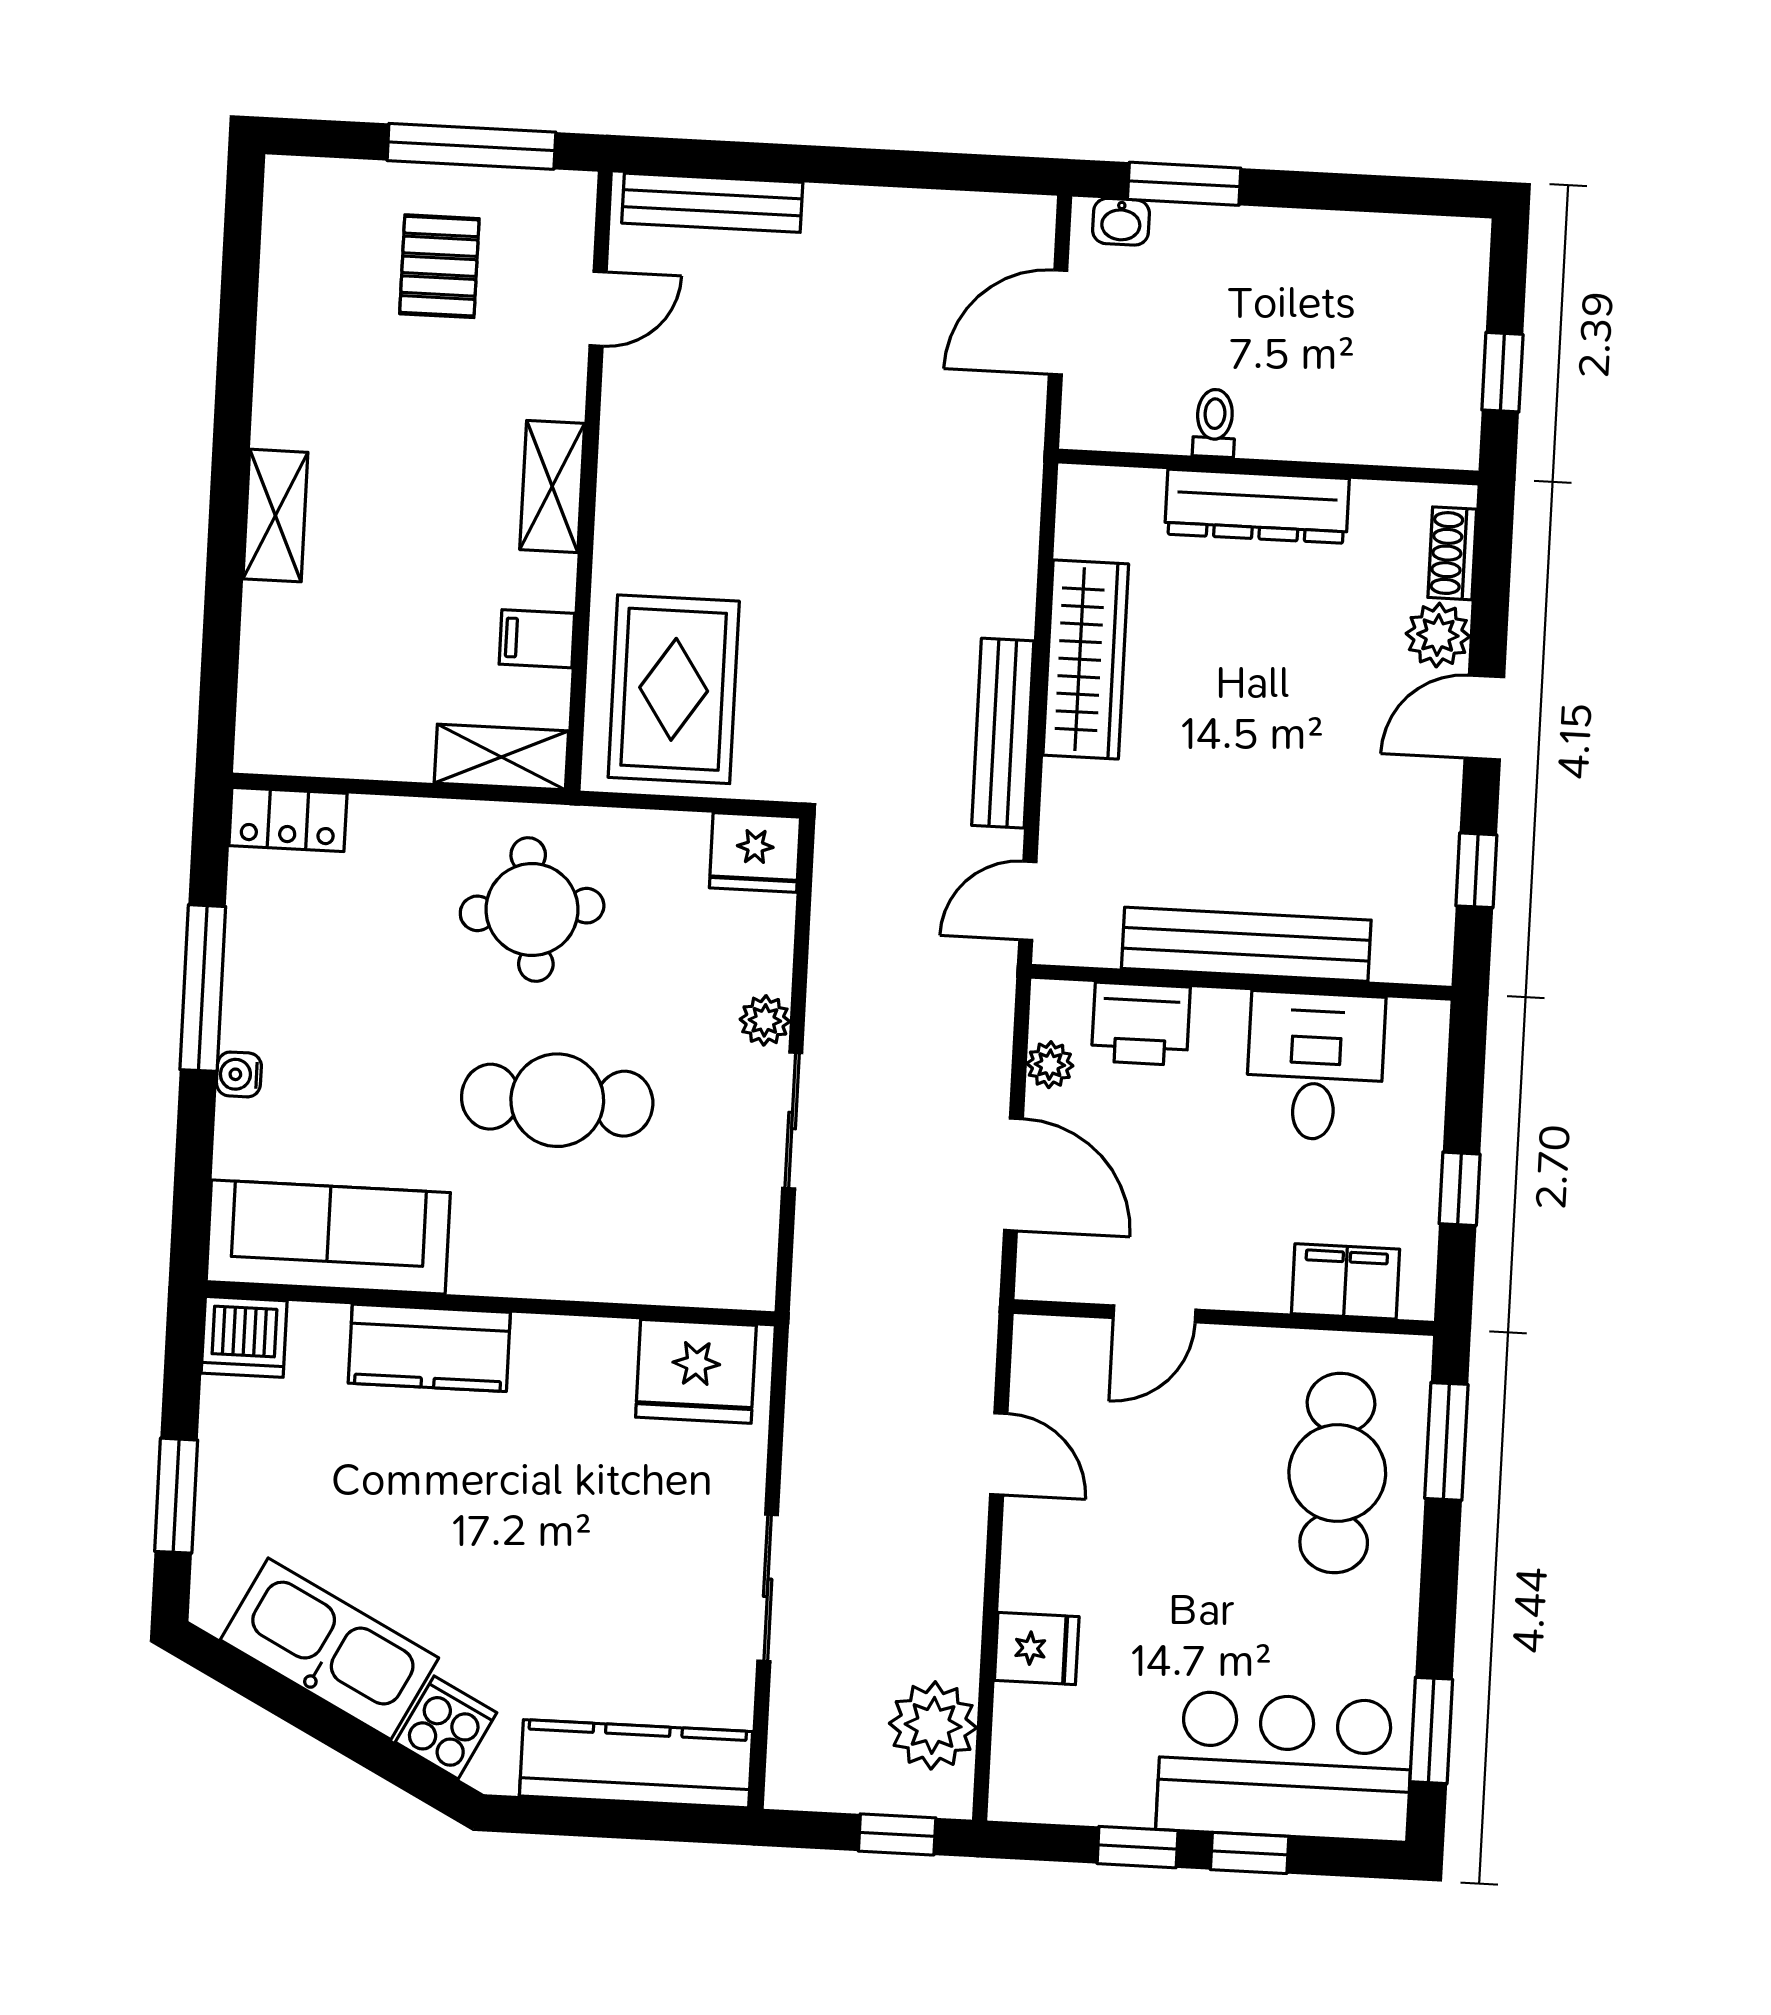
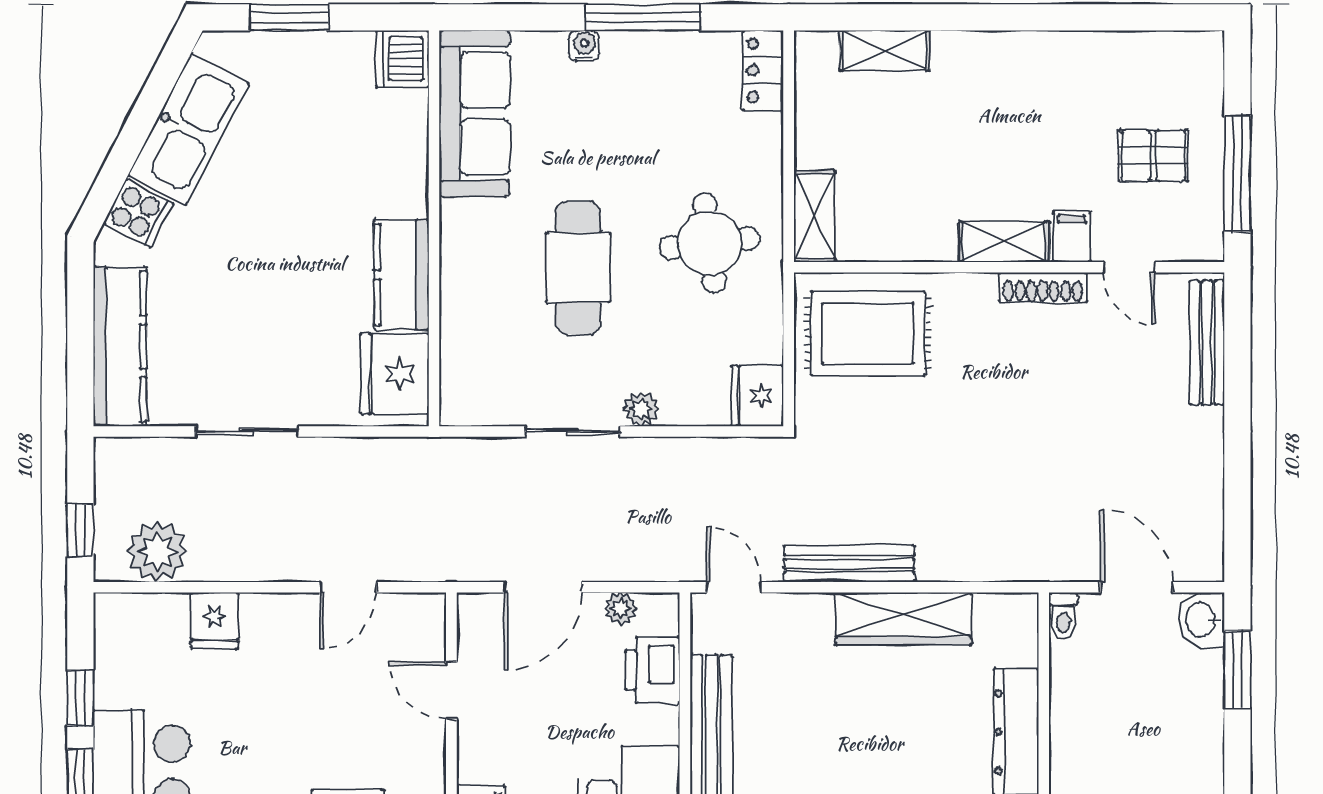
washbasin: (1121, 222) -> (1202, 620), width x1.38, depth x1.45
toilet: (1214, 423) -> (1063, 616), moved, turned 90
shoe rack: (620, 434) -> (1043, 287), added
shelving: (275, 516) -> (885, 51), moved
filing cabinet: (537, 639) -> (1072, 237), moved
kitchen counter: (429, 1348) -> (401, 275), moved

